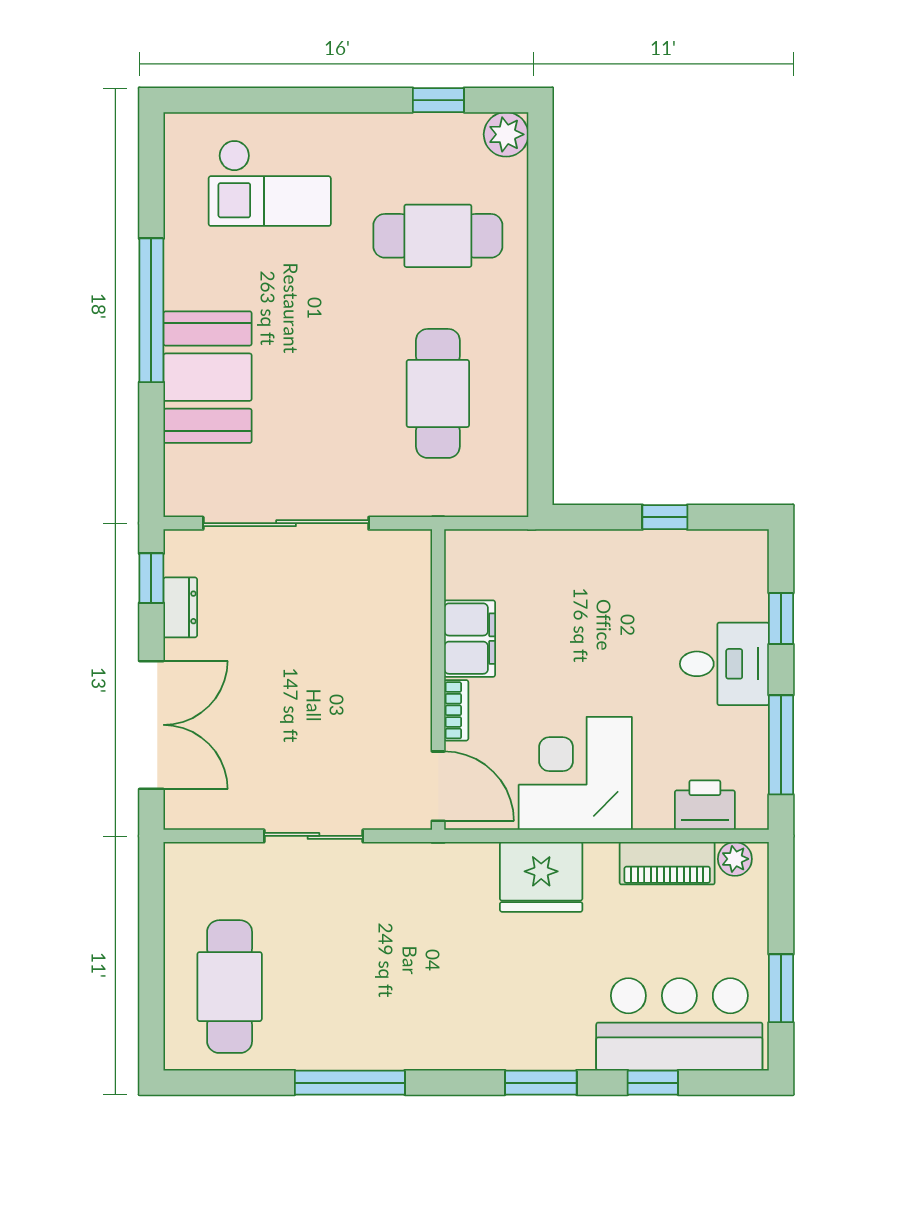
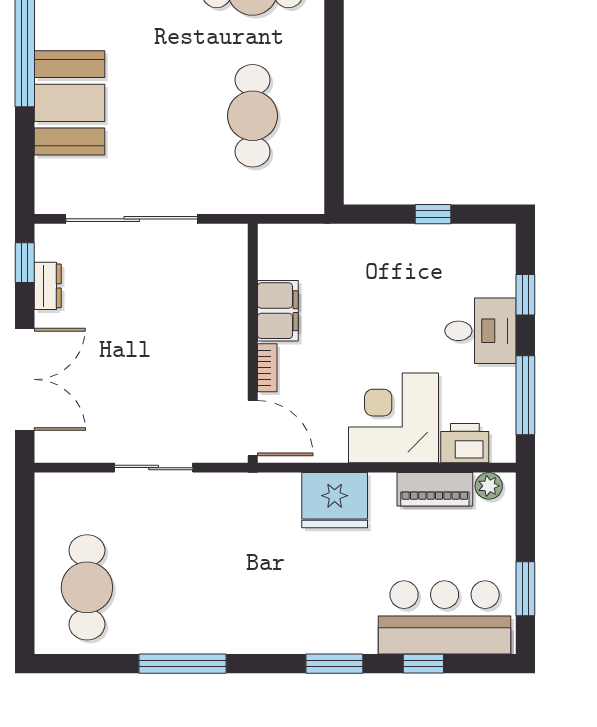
corner desk: (575, 773) -> (393, 418), moved

